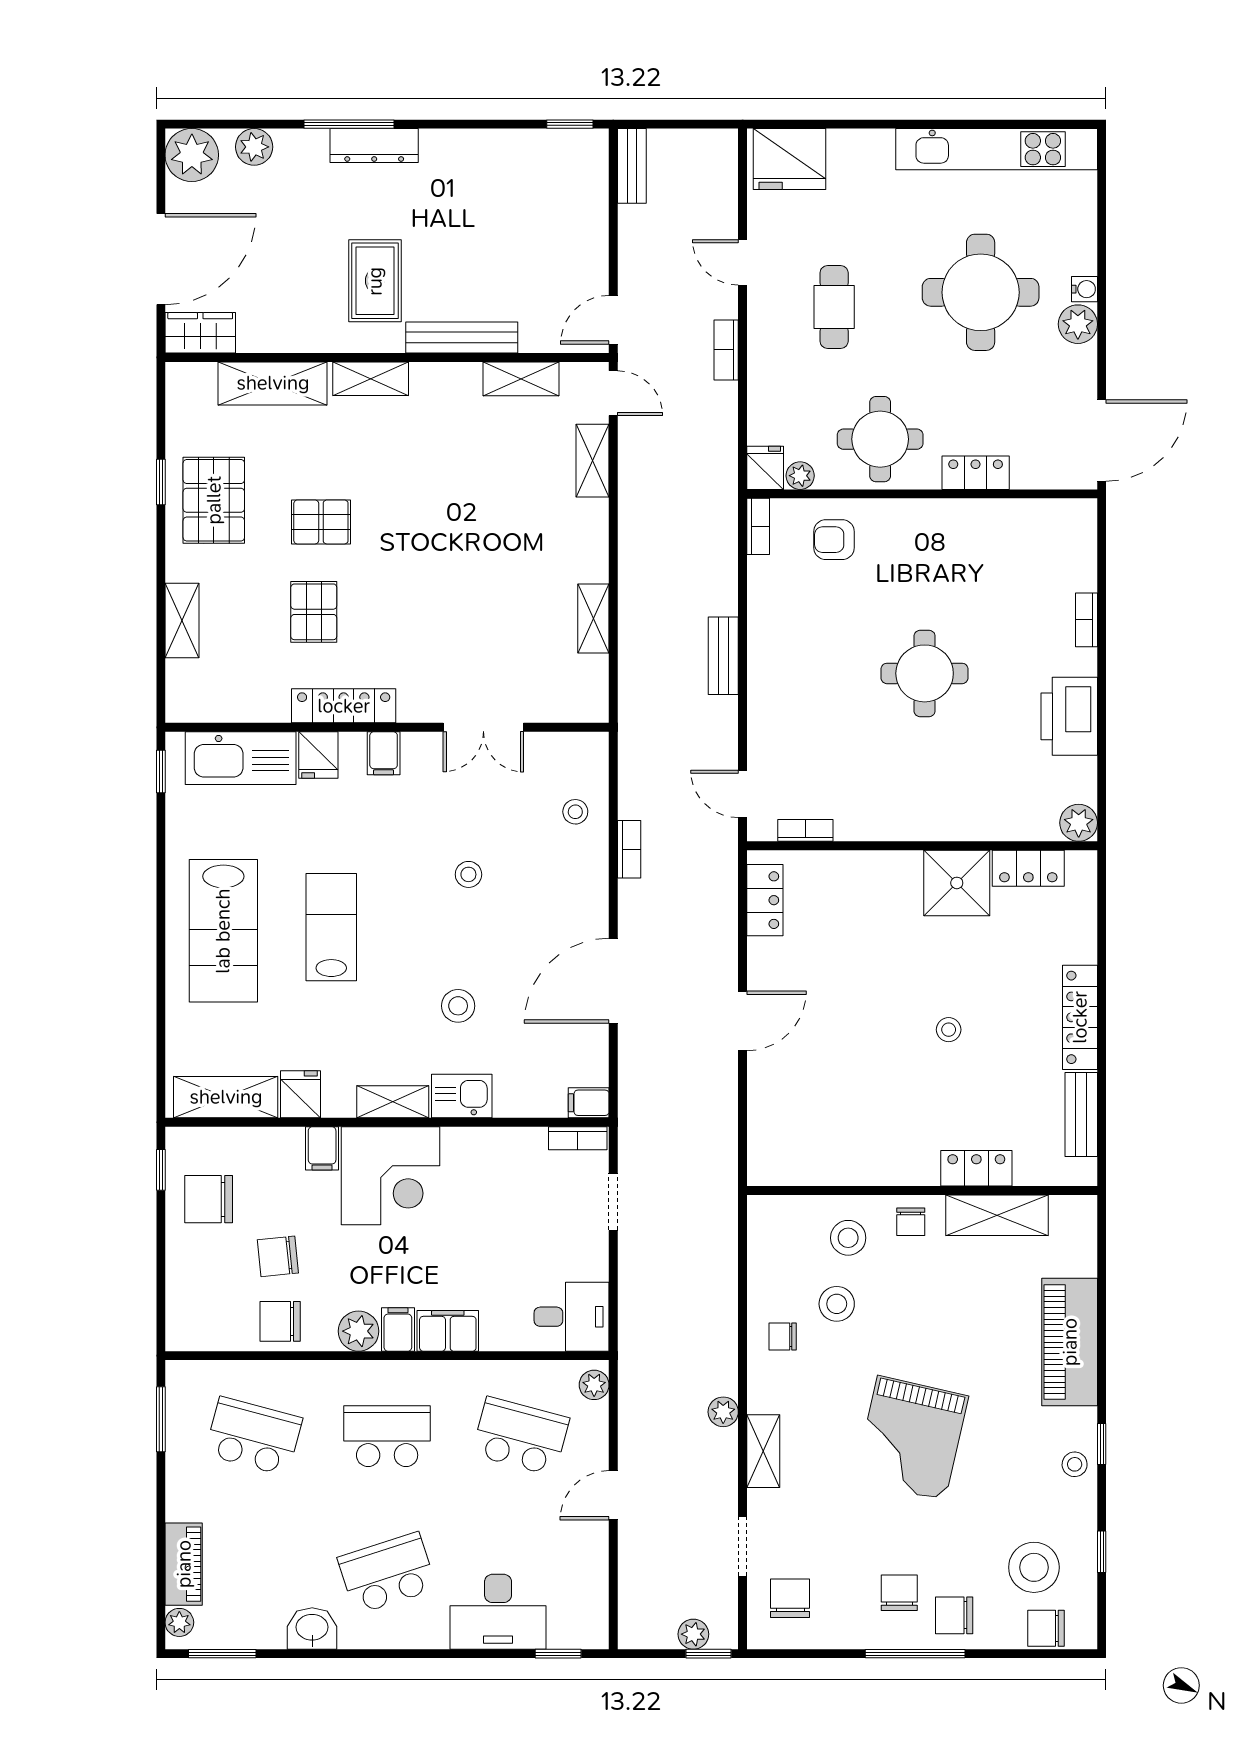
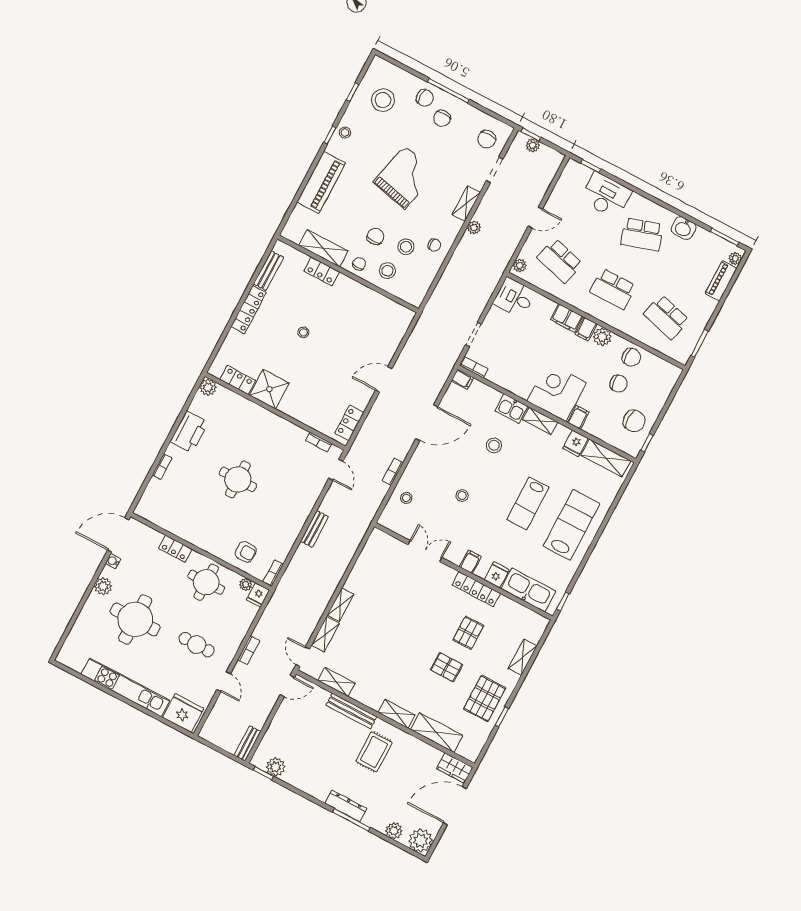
plant: (552, 149) -> (276, 767), added
kitchen unit: (997, 149) -> (125, 687), moved
water cooler: (1085, 289) -> (113, 561), moved
cafe table: (834, 307) -> (197, 645), turned 90
shelving: (593, 619) -> (341, 605), moved
chair: (1046, 1628) -> (376, 236), moved, turned -90

